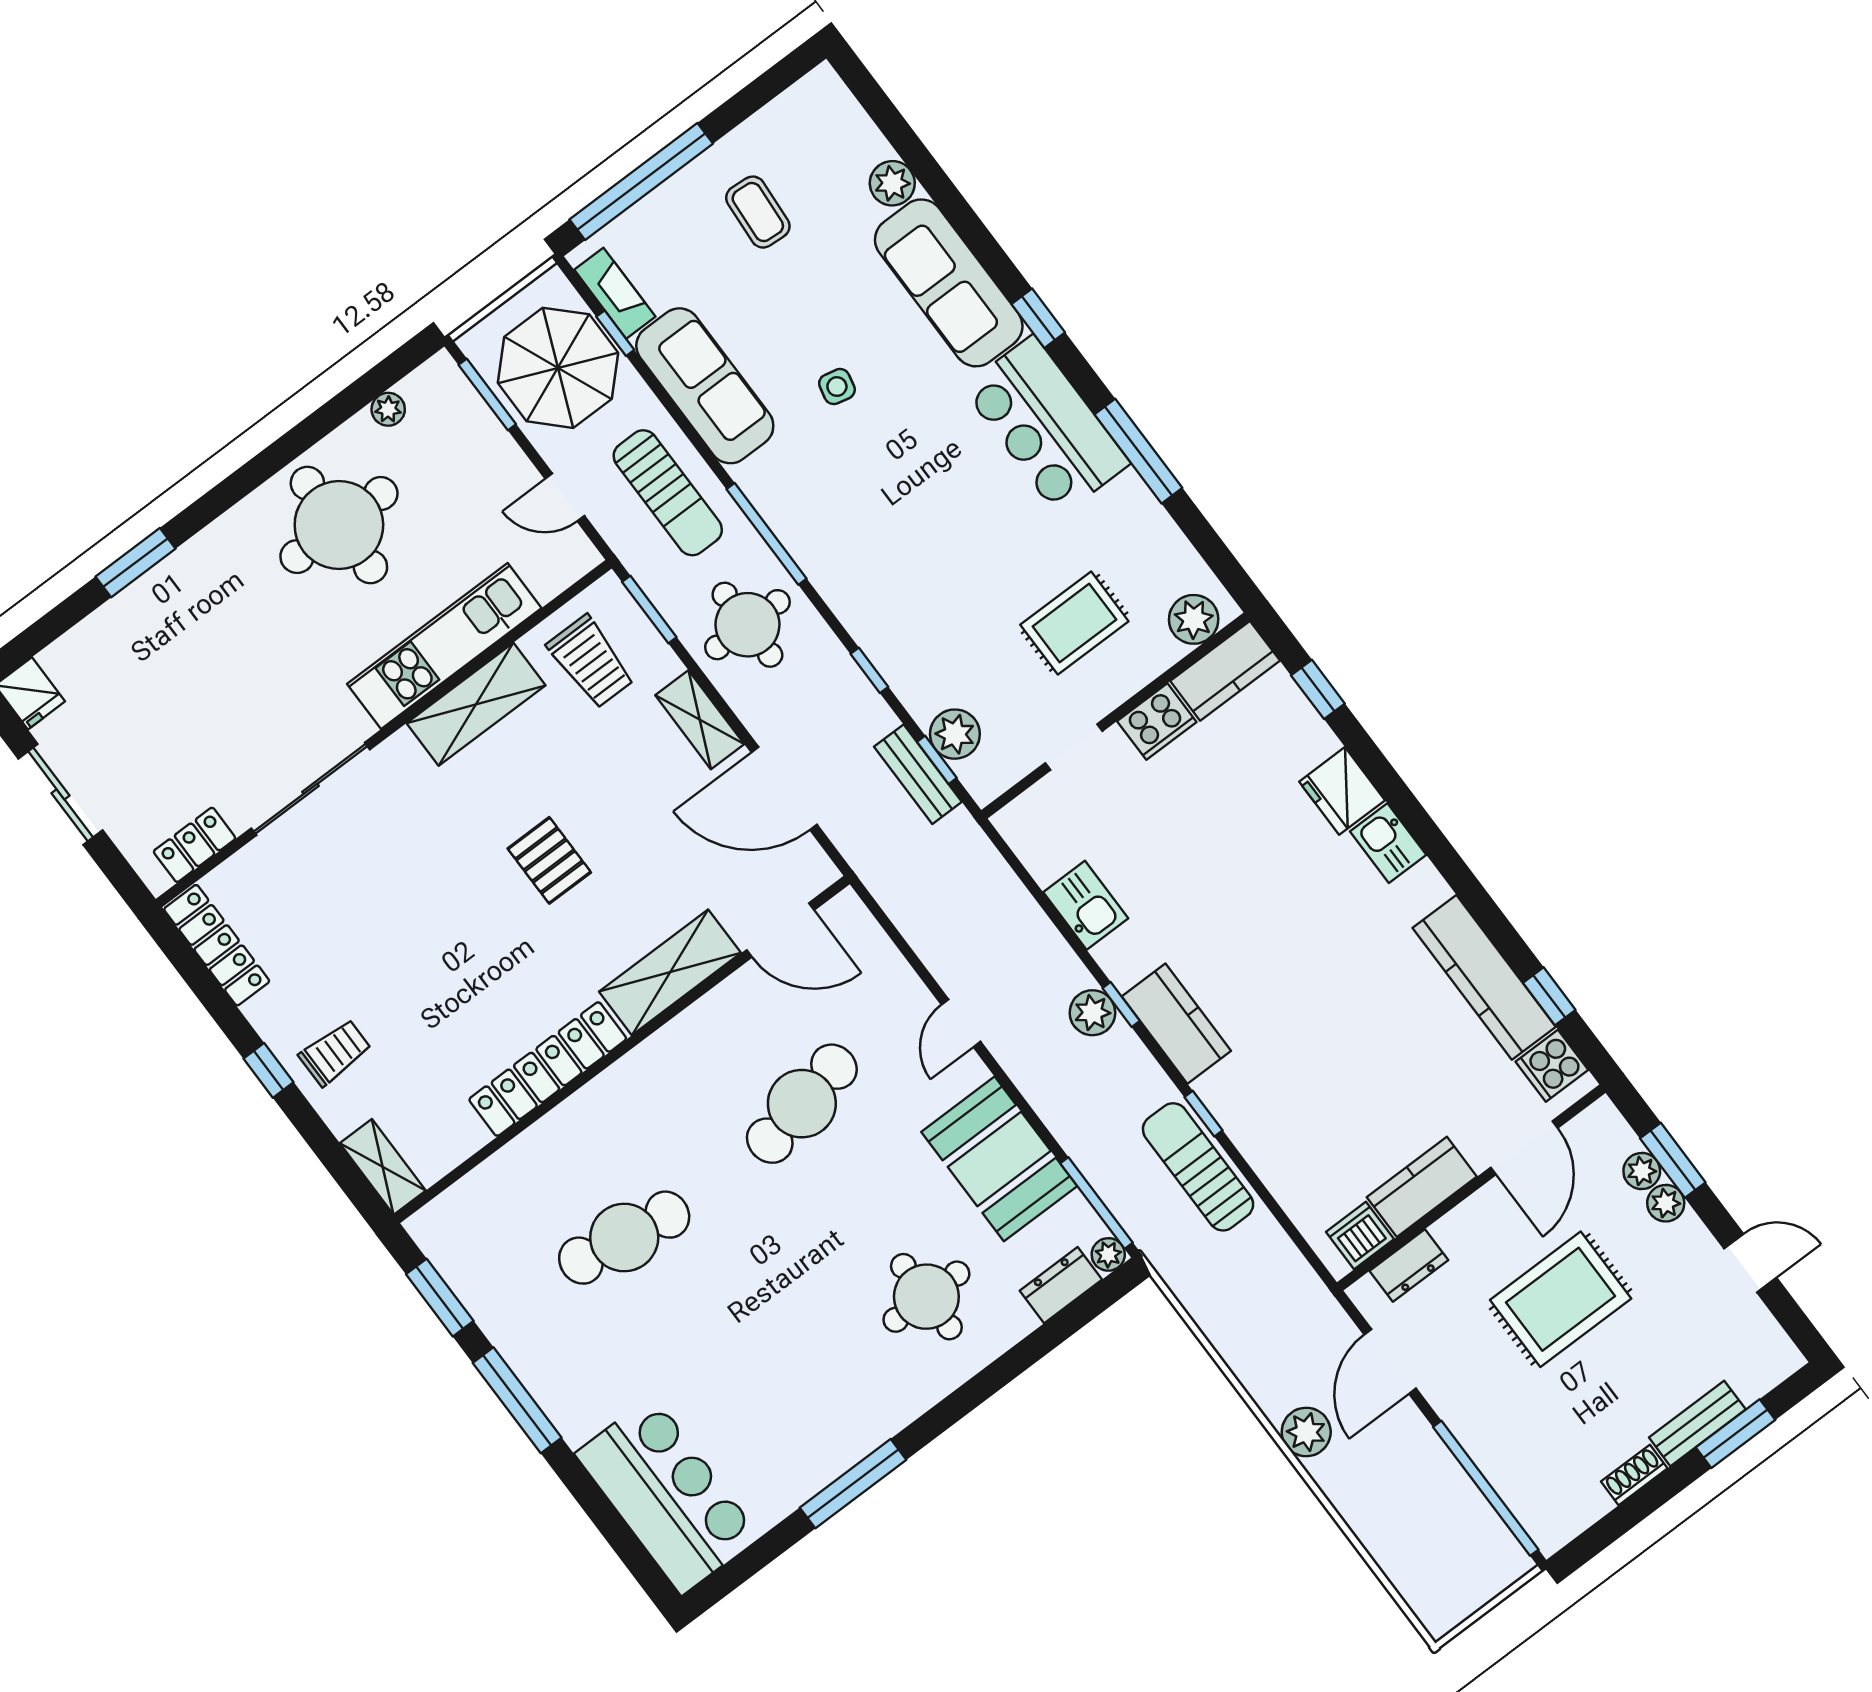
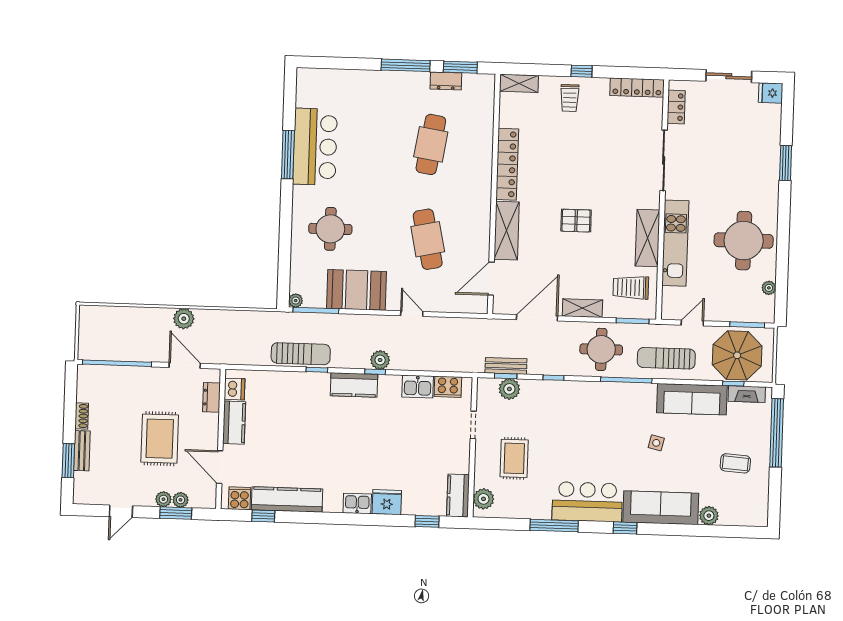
cooker: (1157, 722) -> (448, 387), moved, turned -90
dresser: (1061, 1285) -> (446, 81), moved, turned 90
bar counter: (667, 1495) -> (315, 147), moved, turned -90

